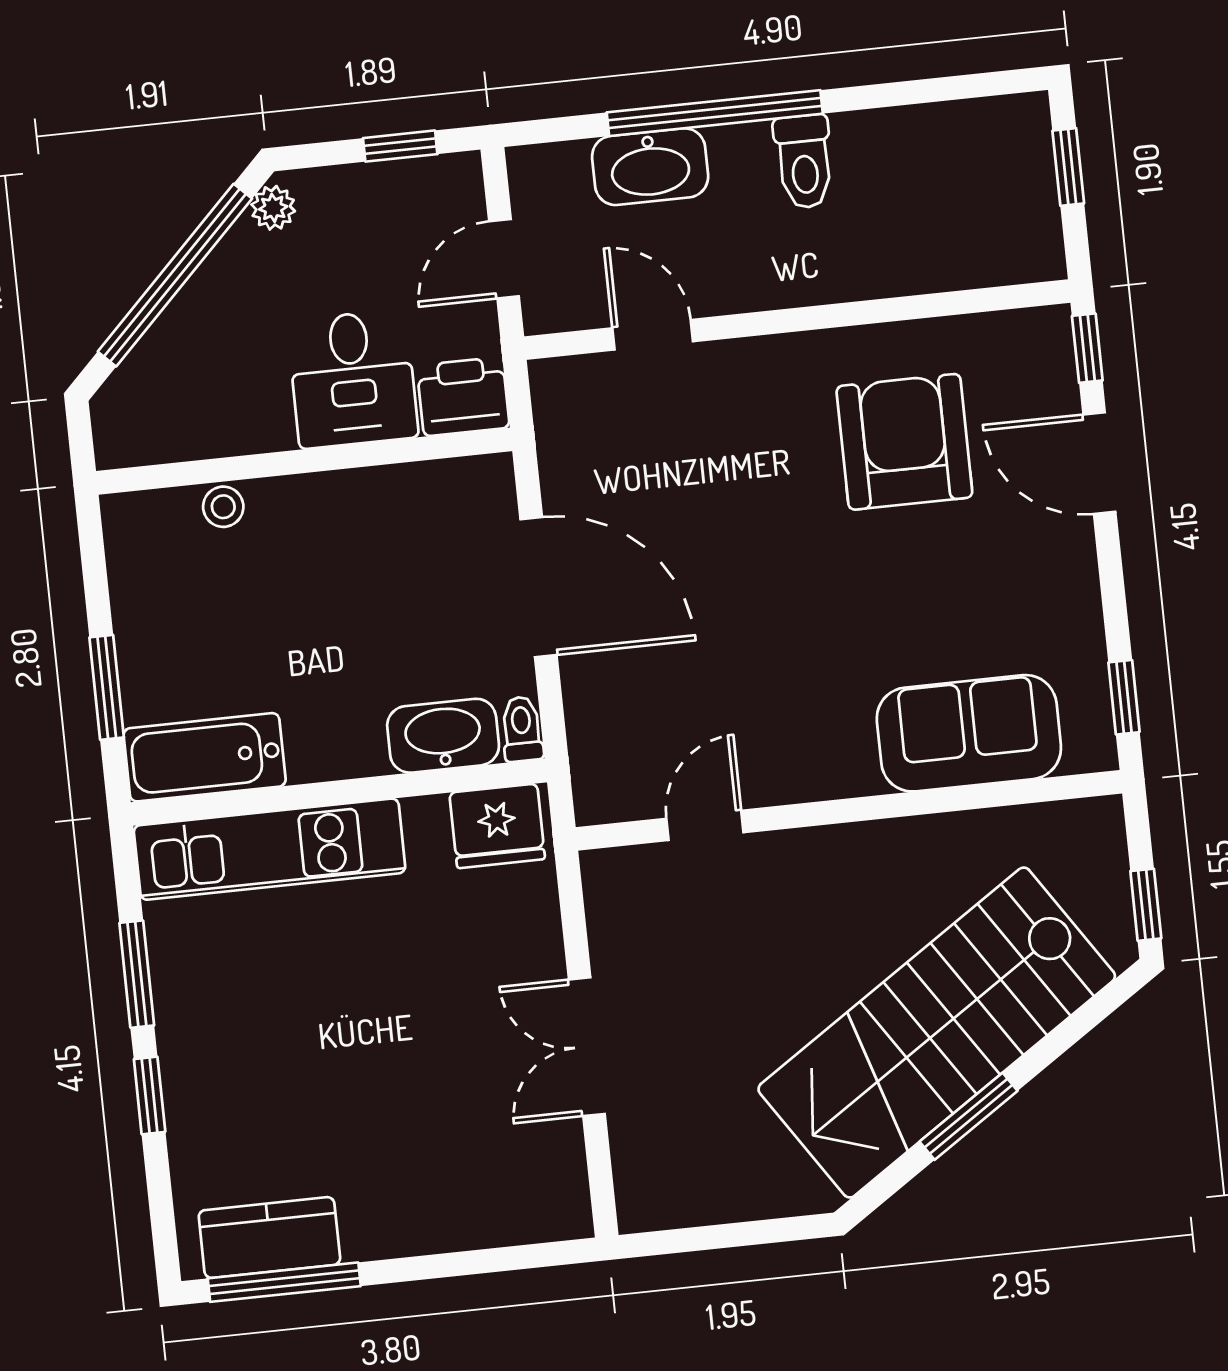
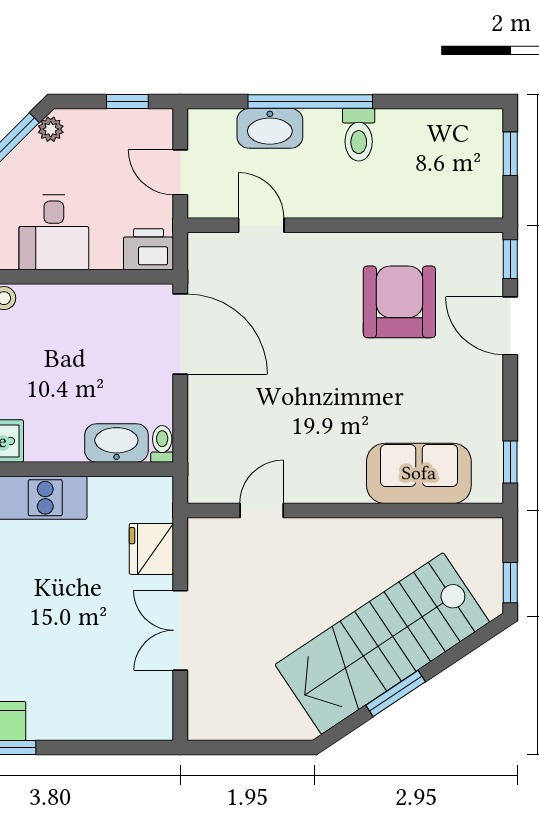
door: (504, 259) -> (180, 172), hinge flipped
desk: (353, 379) -> (54, 232), moved
door: (539, 587) -> (180, 334), moved
fridge: (497, 826) -> (151, 549), moved, turned 90

